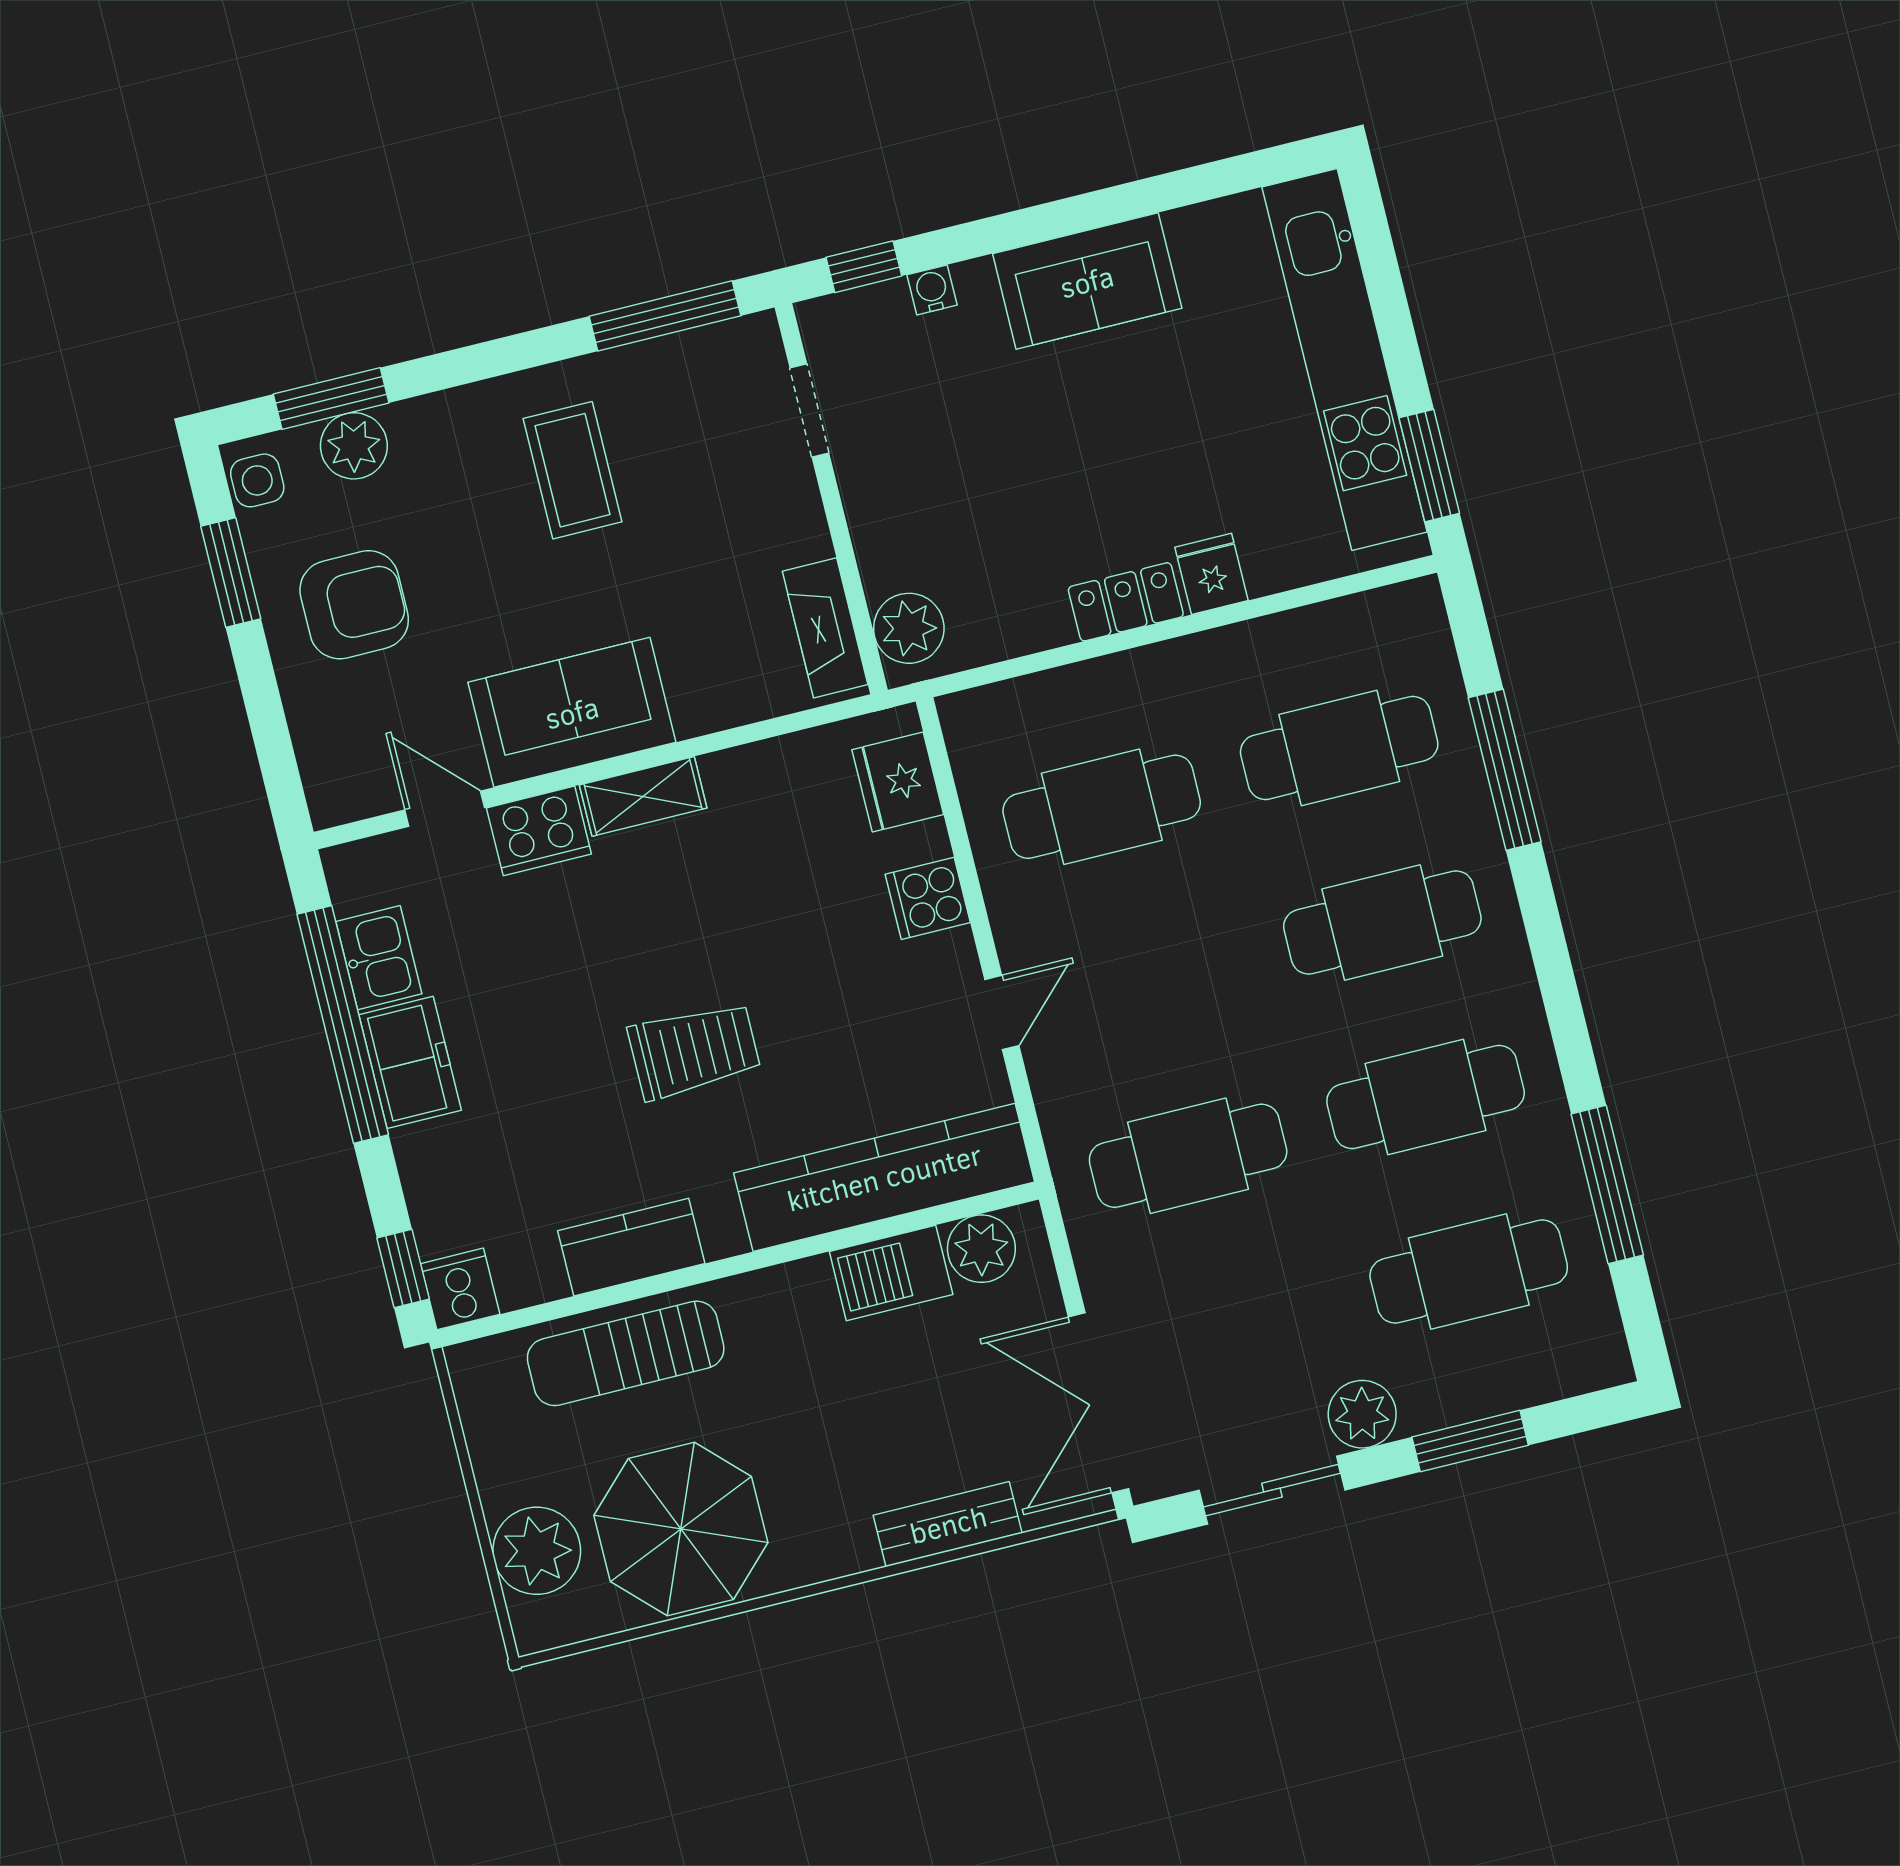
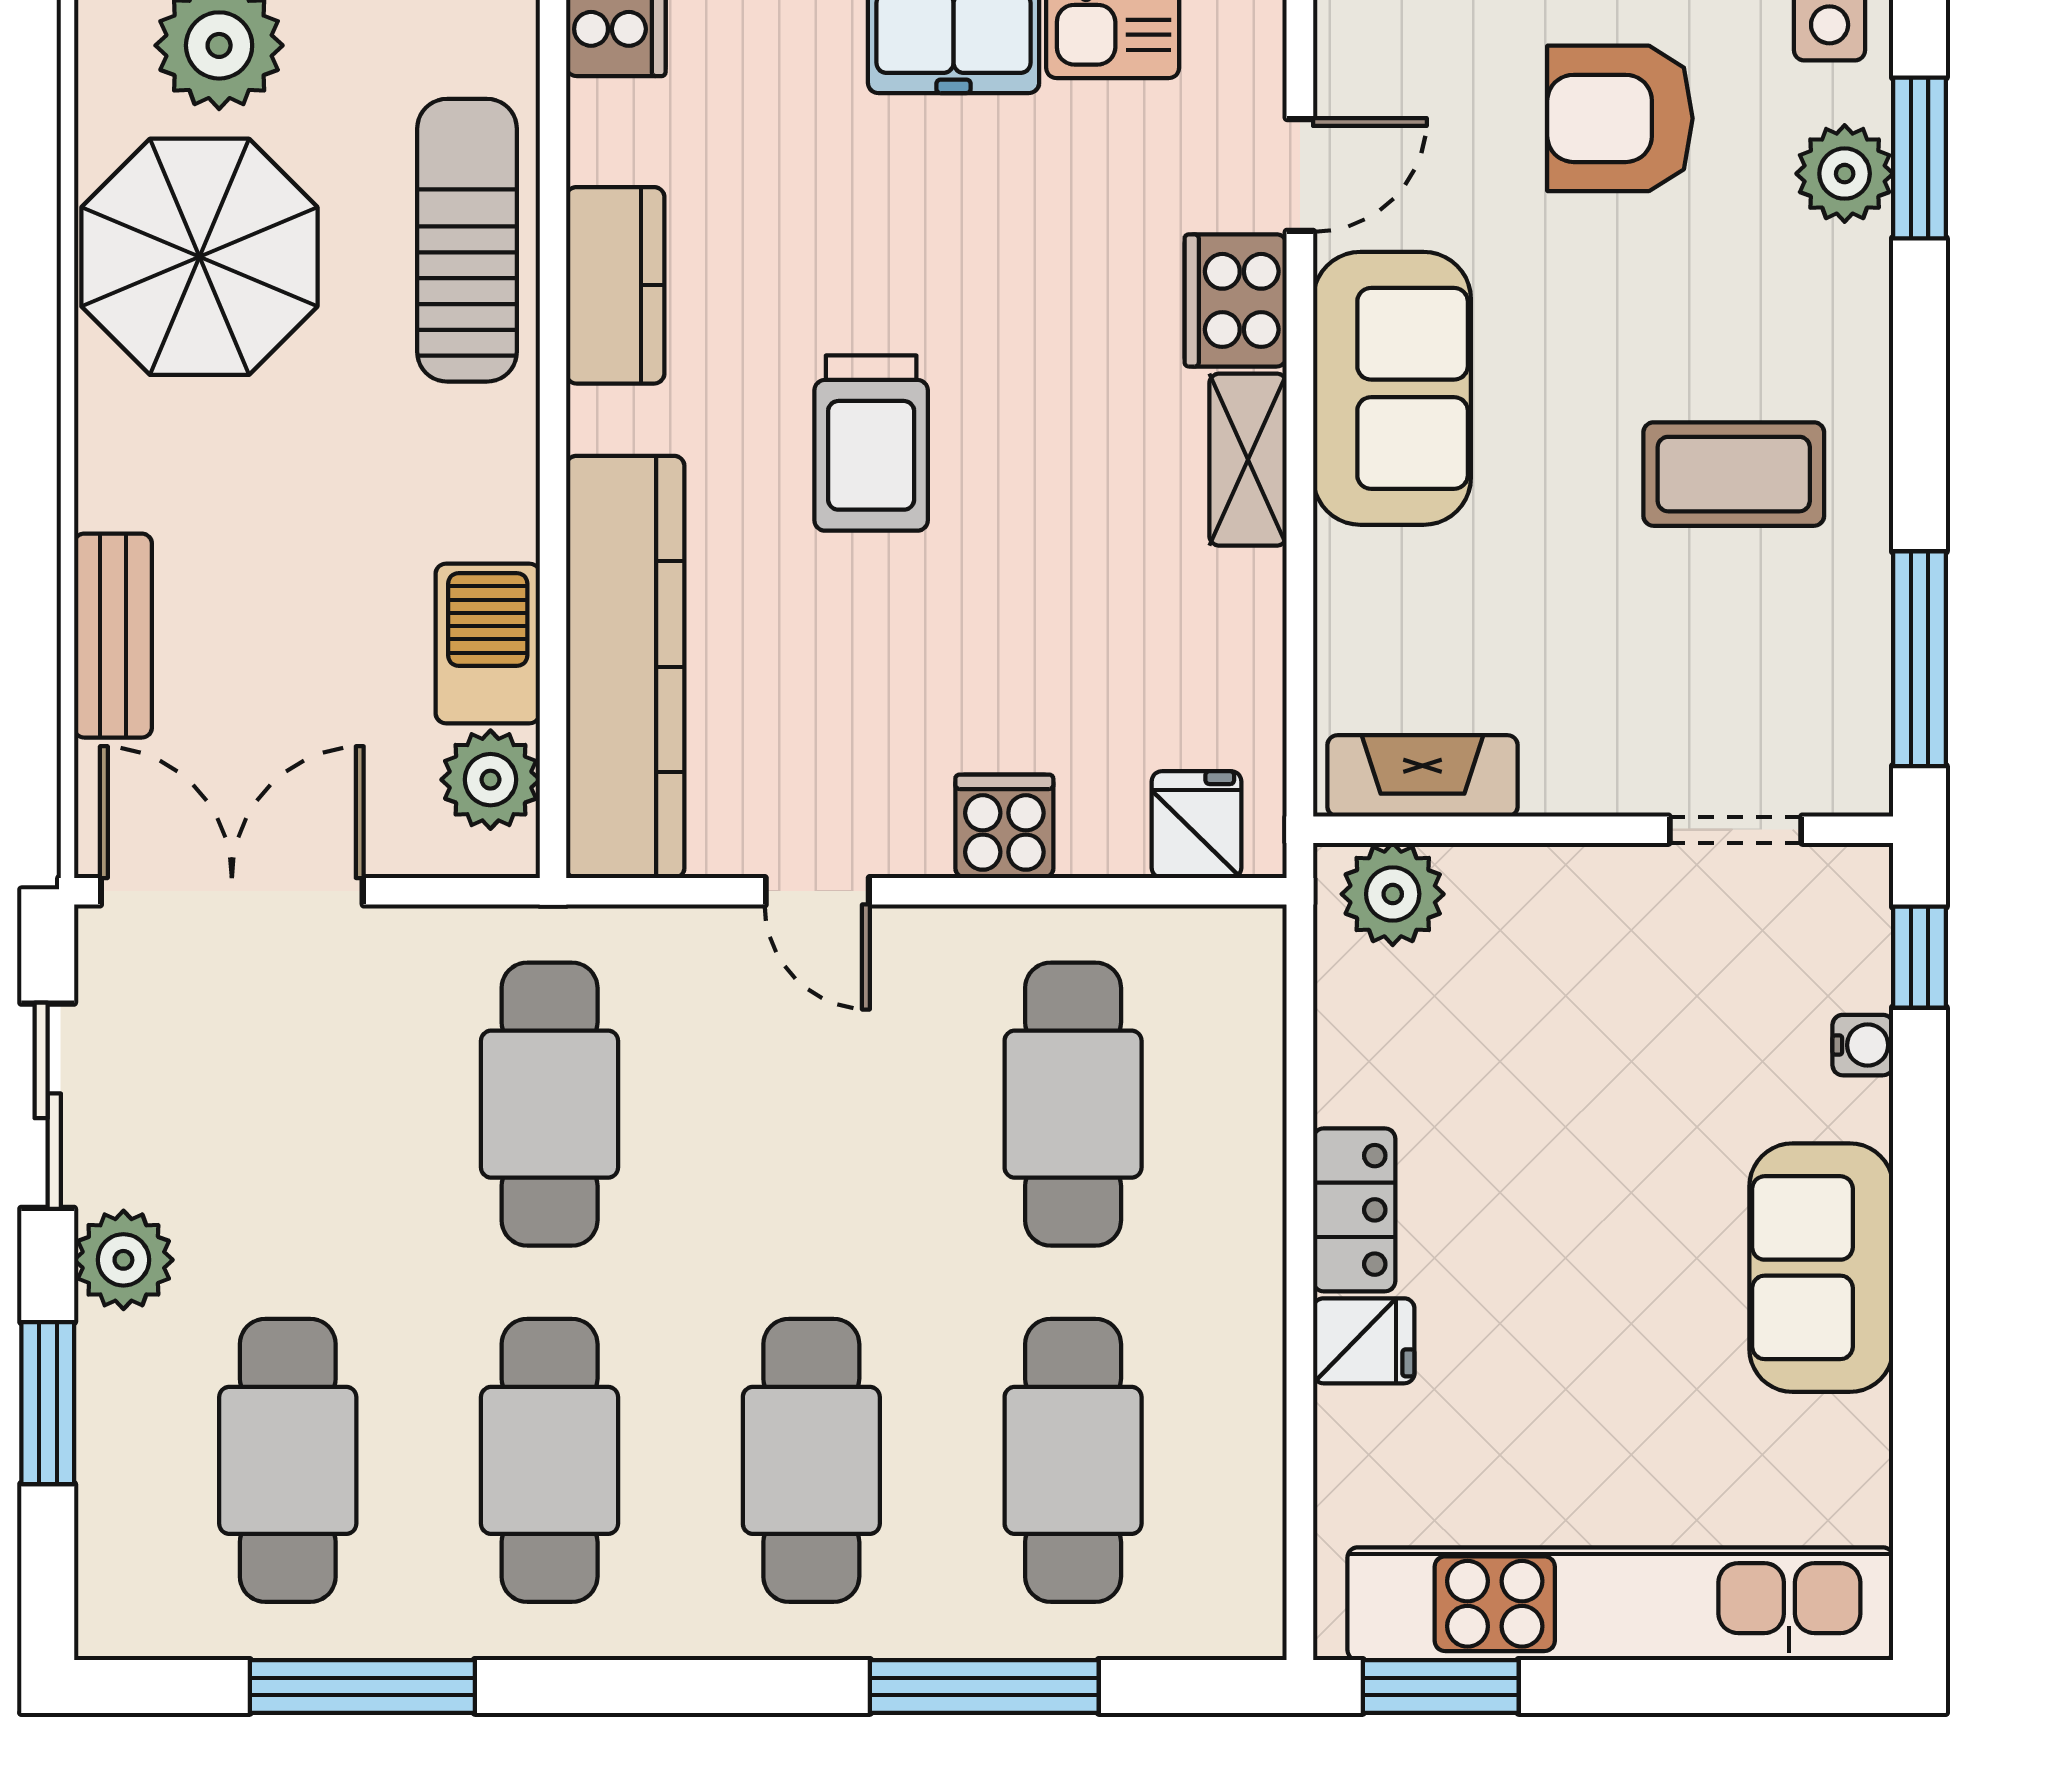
armchair: (354, 605) -> (1620, 118), turned 90
fridge: (898, 782) -> (1196, 825), width x0.72

